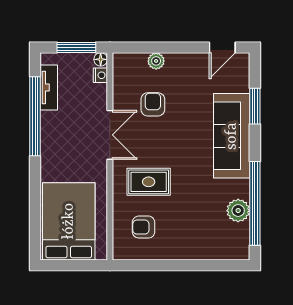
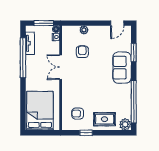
double door: (110, 135) -> (61, 67), swing flipped
sofa: (232, 136) -> (122, 68), width x0.73
rug: (149, 182) -> (104, 119), moved
plant: (238, 211) -> (125, 124), moved
window: (160, 265) -> (86, 133), added

